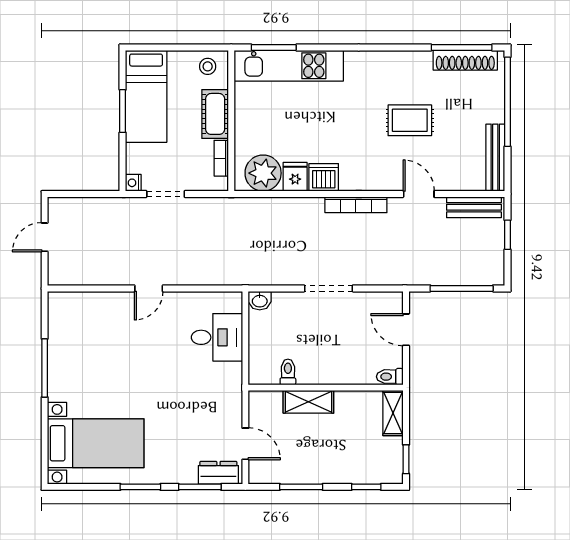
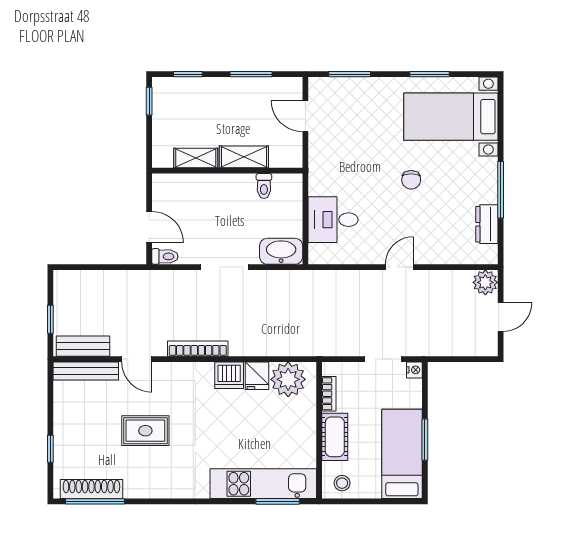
window: (508, 102) -> (50, 449), width x0.32
bench: (495, 158) -> (86, 371), moved, turned 90
plant: (60, 273) -> (485, 282), added
window: (462, 288) -> (95, 267), removed
washbasin: (260, 301) -> (281, 251), width x1.91, depth x1.45
toilet: (390, 377) -> (165, 256), moved
chair: (137, 378) -> (411, 180), added
shelving: (393, 413) -> (196, 158), moved, turned 90
dresser: (218, 473) -> (487, 224), moved, turned 90
window: (140, 487) -> (429, 74), moved

